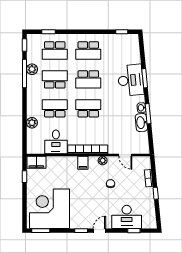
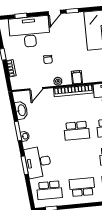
school desk: (88, 79) -> (49, 190), moved, turned 180
washbasin: (141, 123) -> (21, 110), moved
door: (125, 155) -> (36, 89), swing flipped
desk: (127, 217) -> (29, 32), width x1.36, depth x1.30

